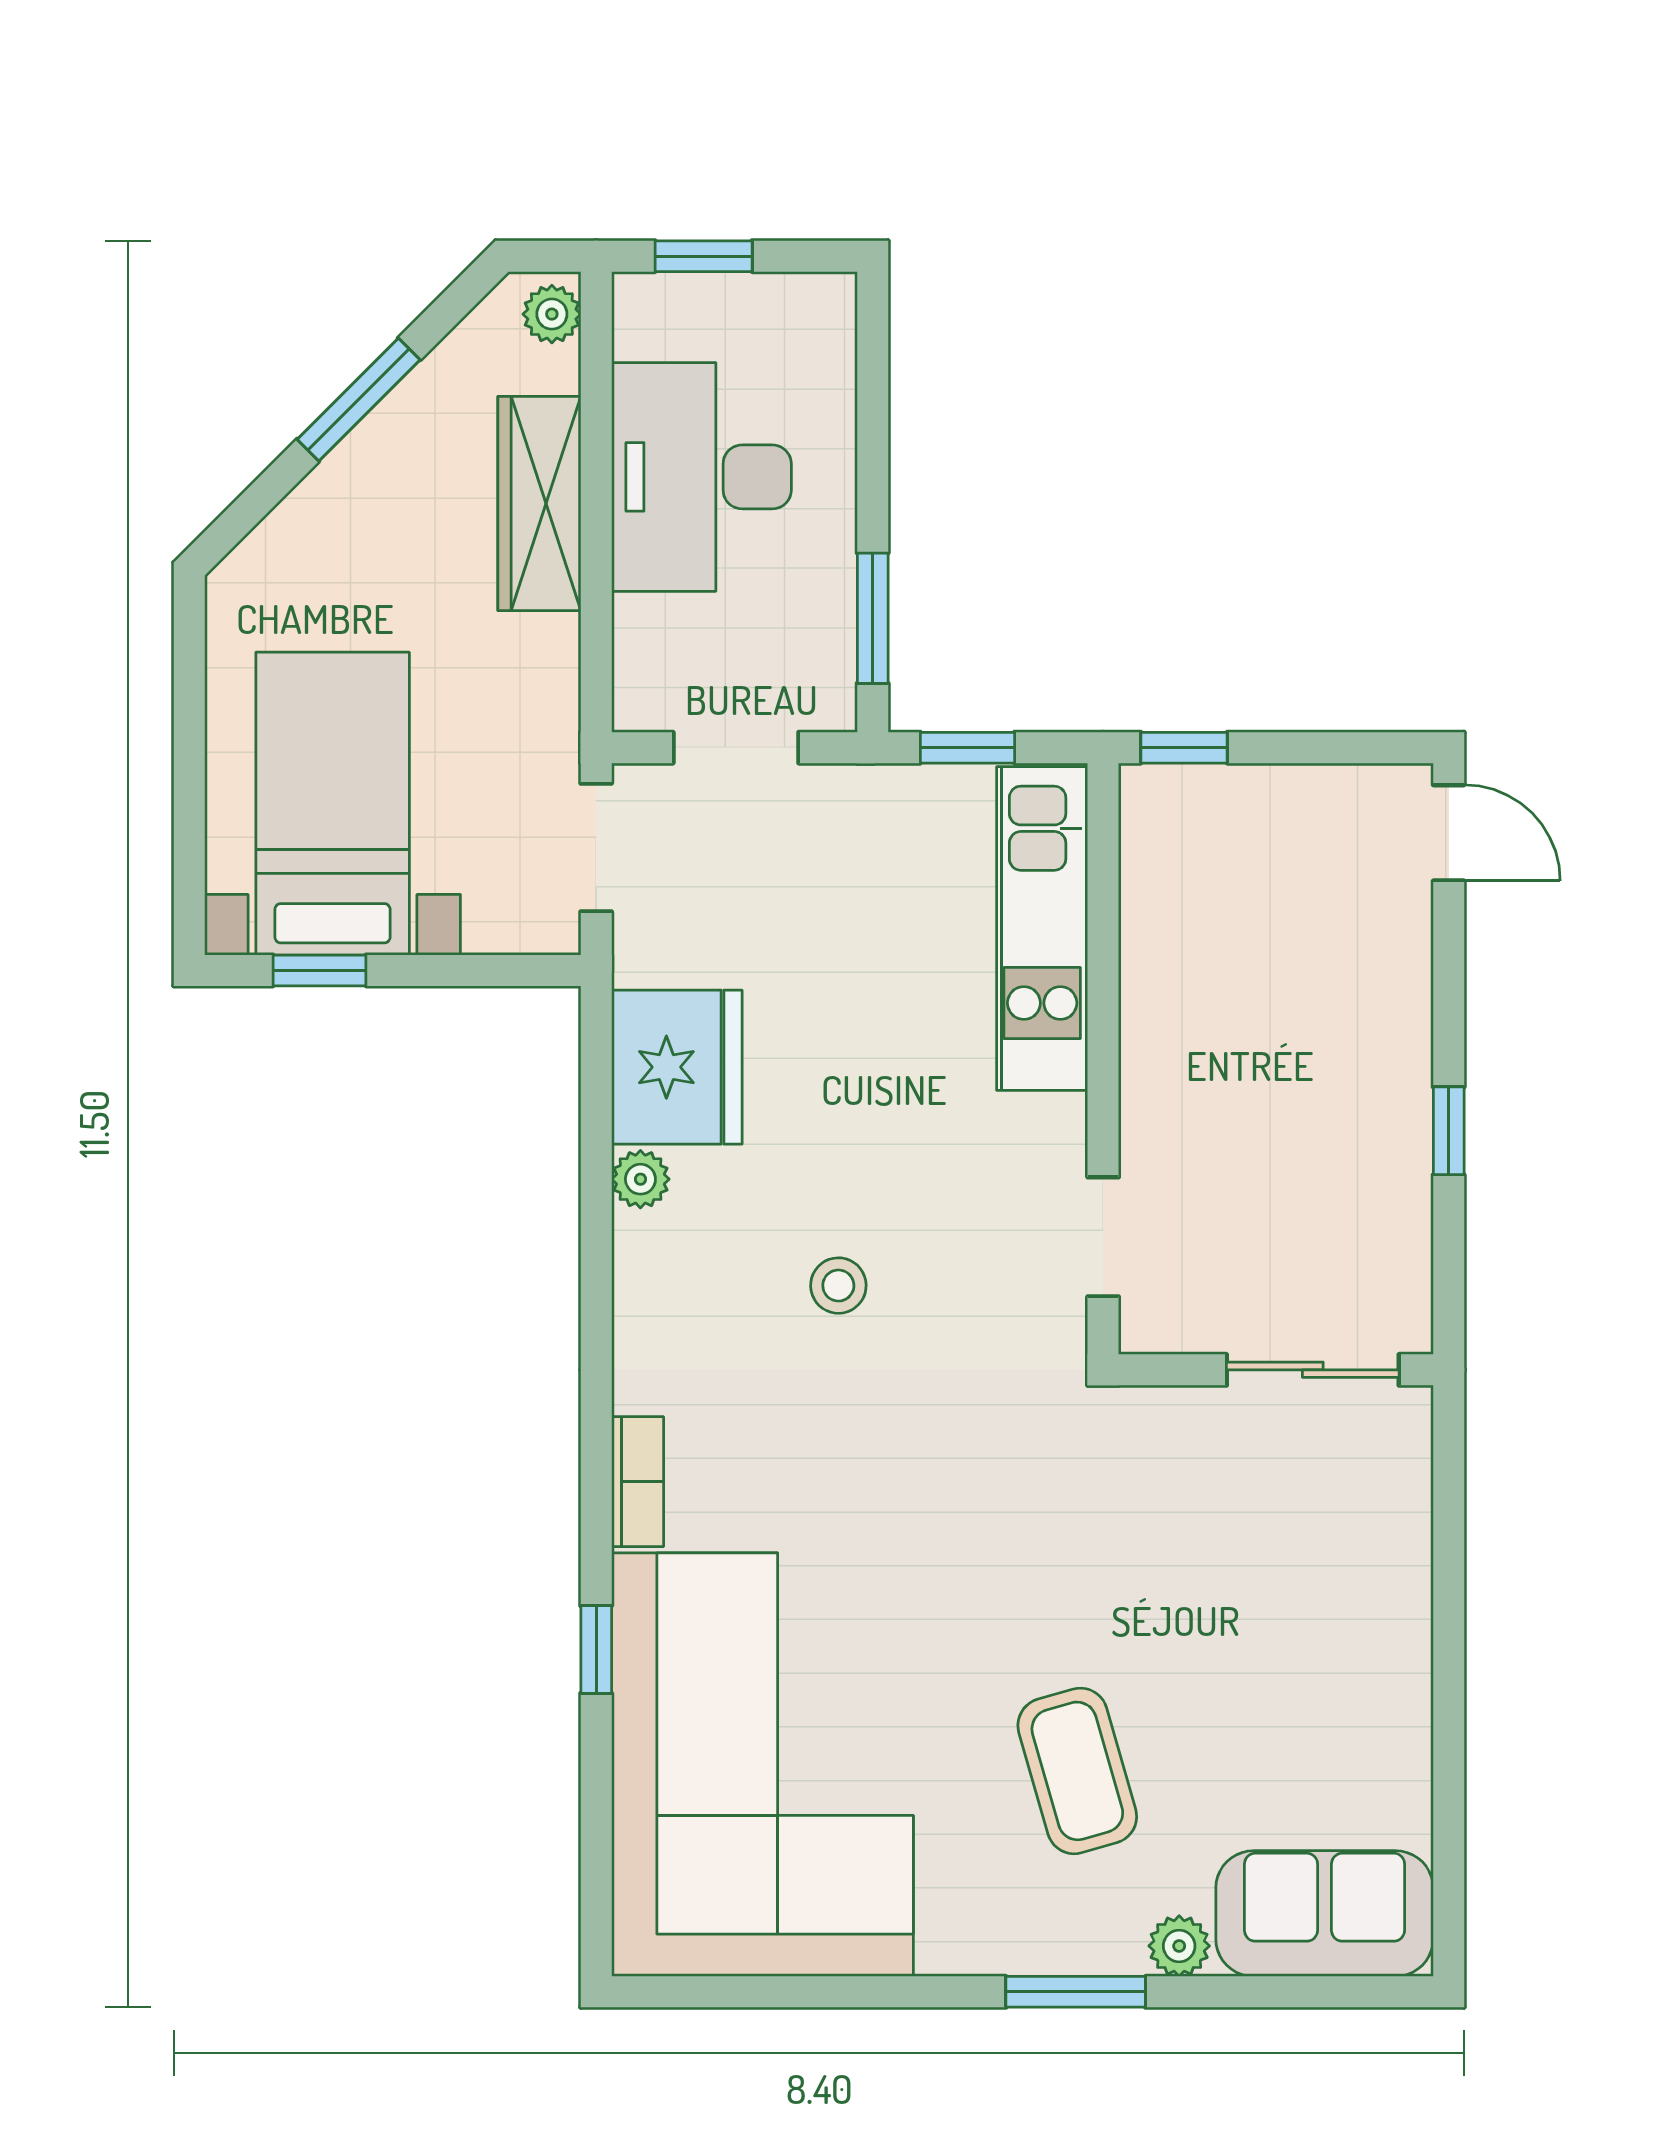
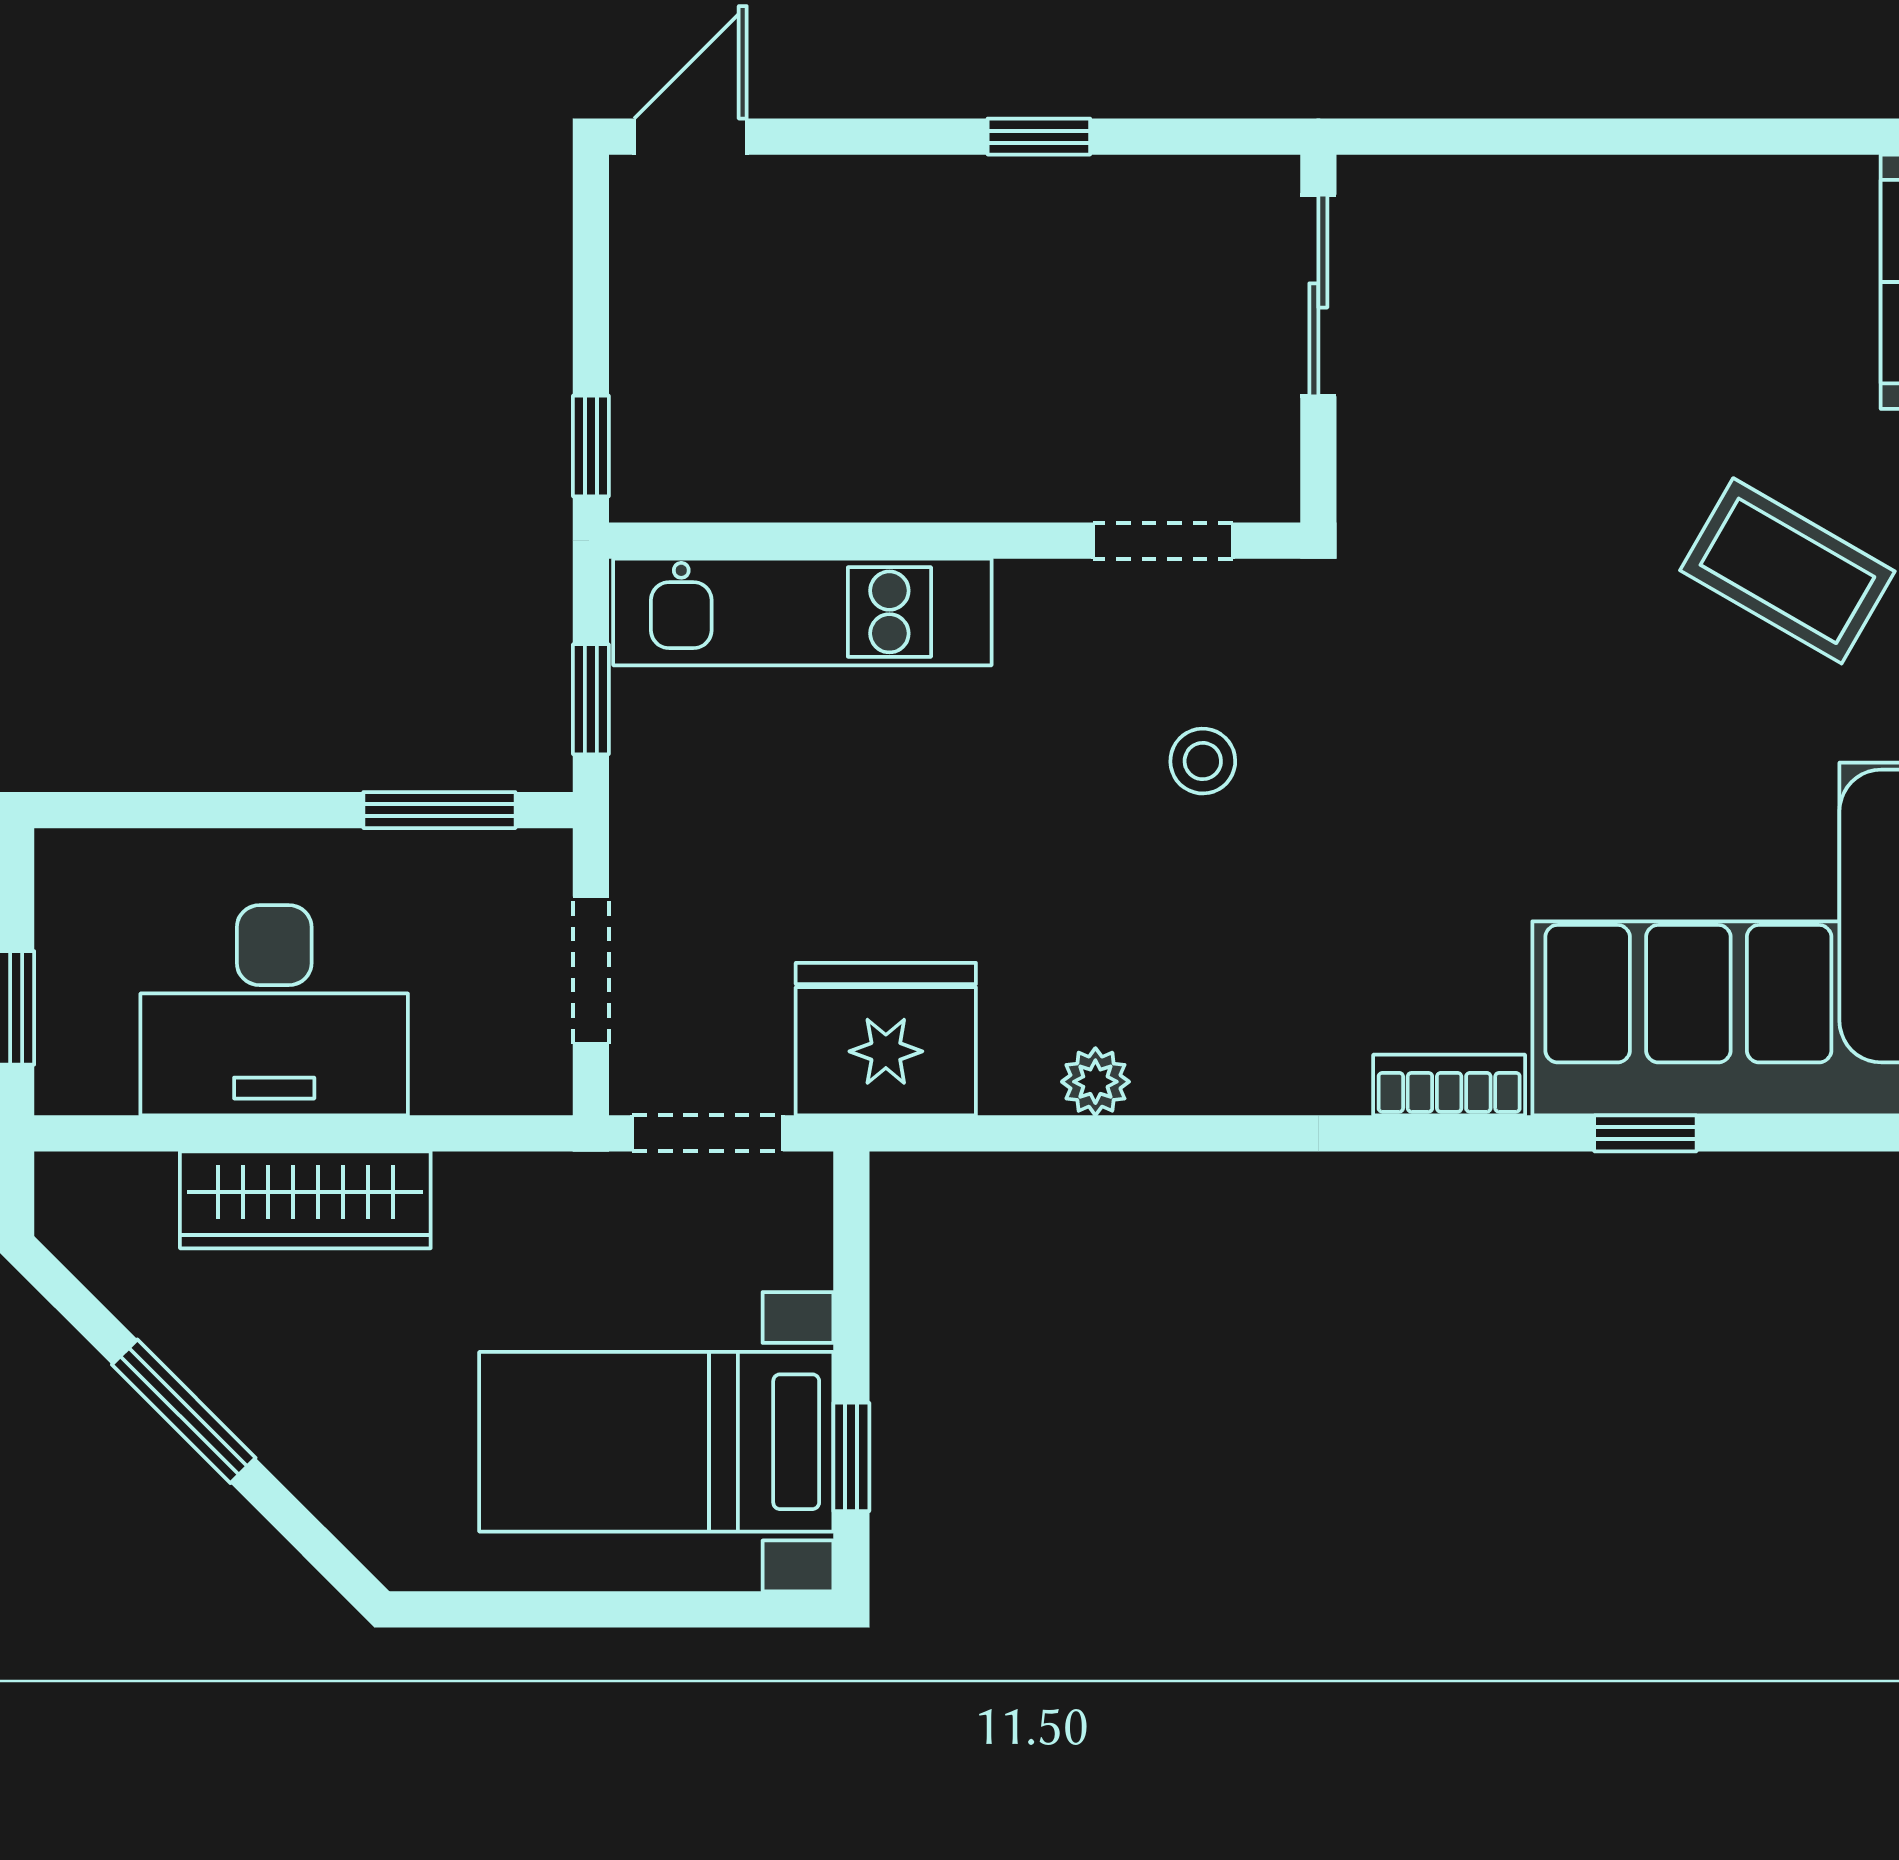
plant: (552, 314) -> (84, 1185), removed
fridge: (677, 1067) -> (886, 1039), moved
stool: (838, 1286) -> (1203, 761), moved
coffee table: (1077, 1771) -> (1787, 571), turned 46

